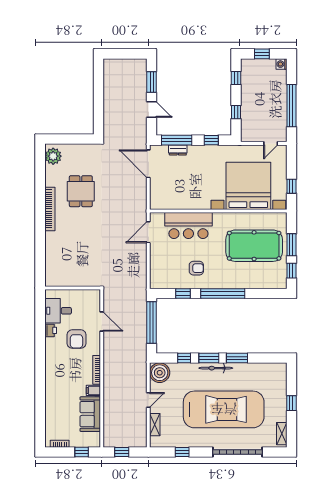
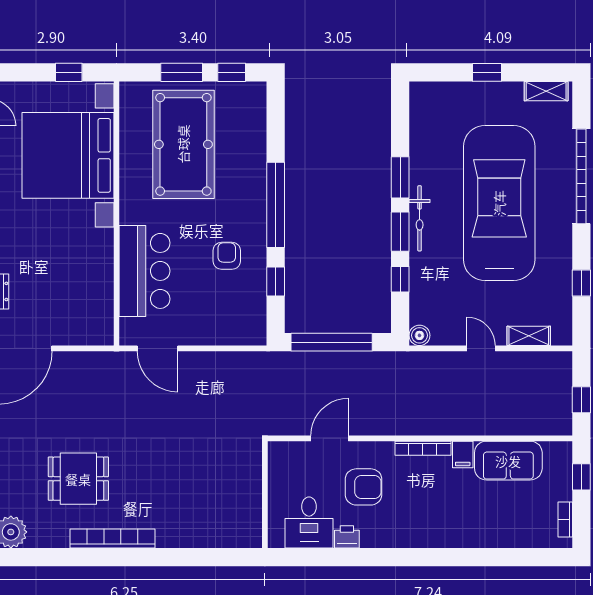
boiler: (160, 373) -> (419, 335), width x0.54, depth x0.54

